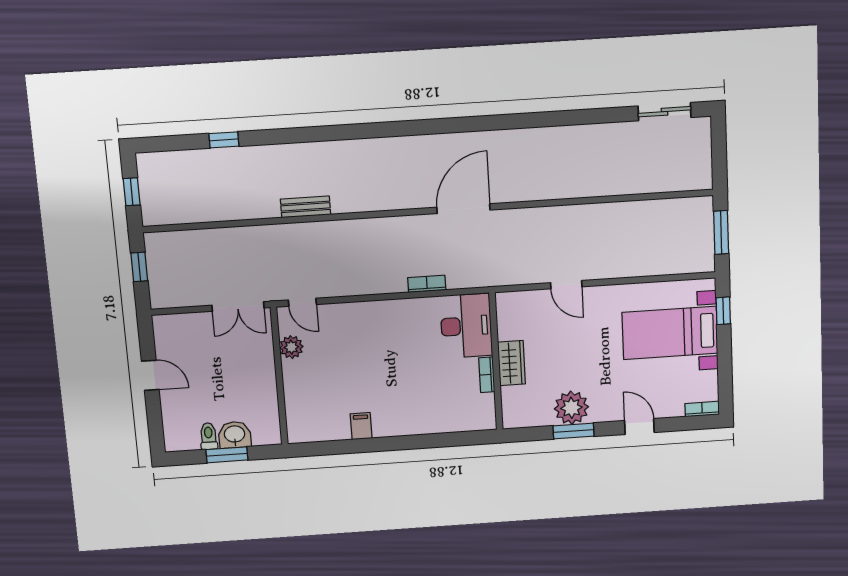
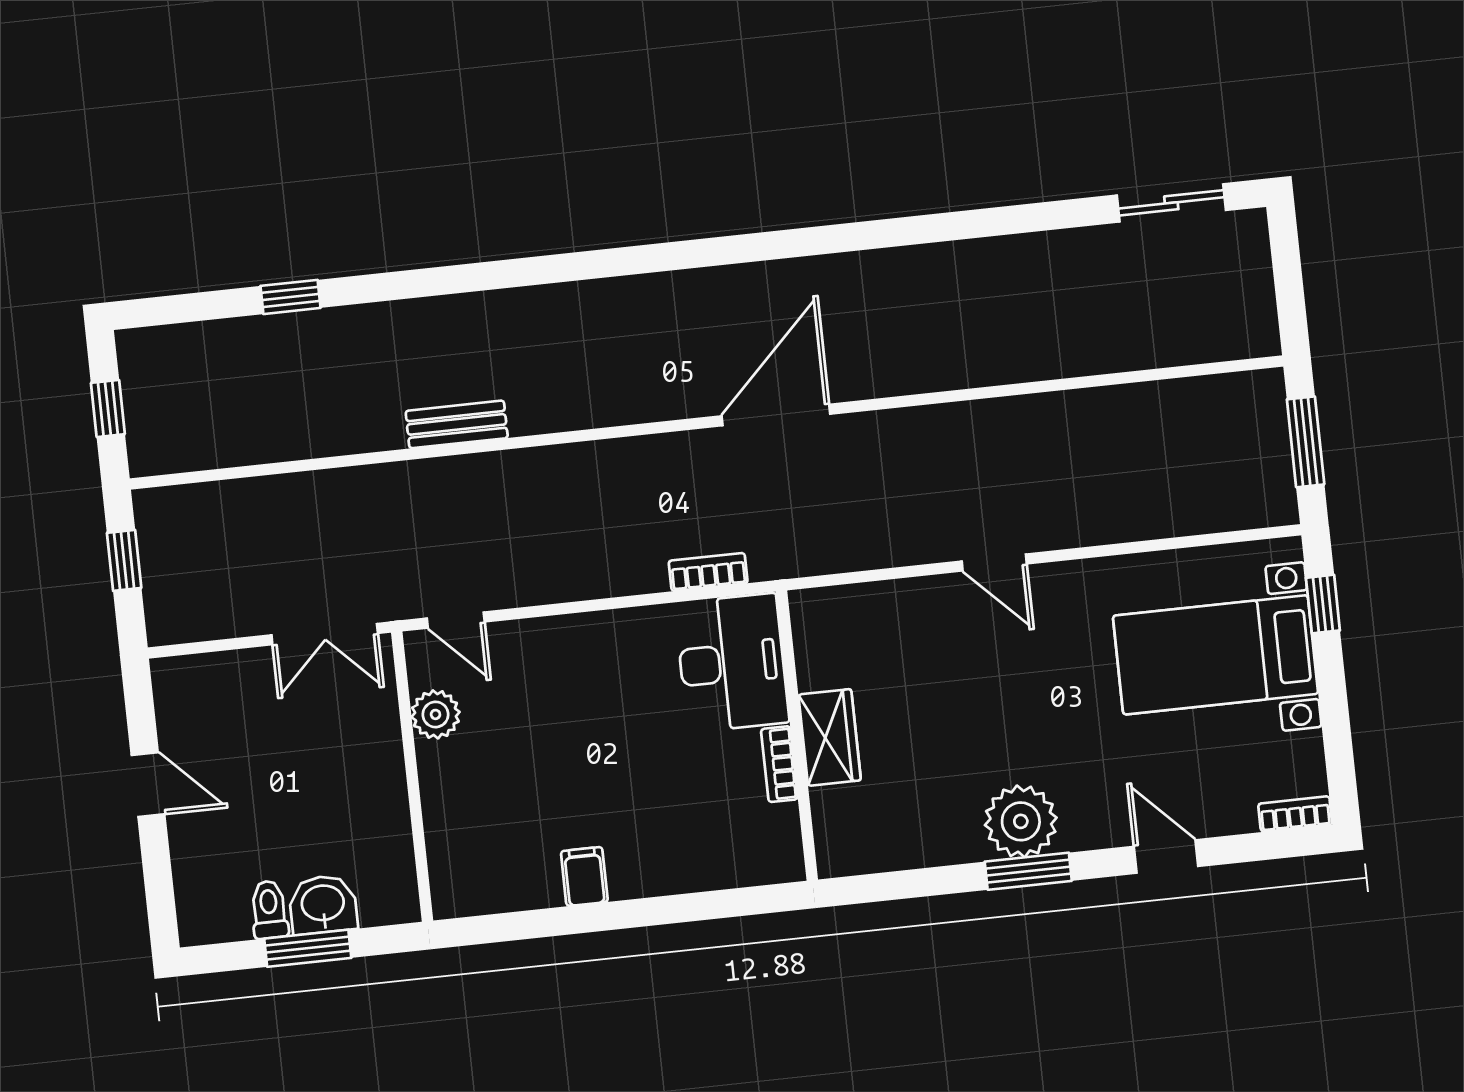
desk: (466, 326) -> (732, 663), moved
wall: (496, 362) -> (797, 736), moved
wardrobe: (512, 363) -> (830, 737), moved
bookcase: (487, 375) -> (779, 764), moved

